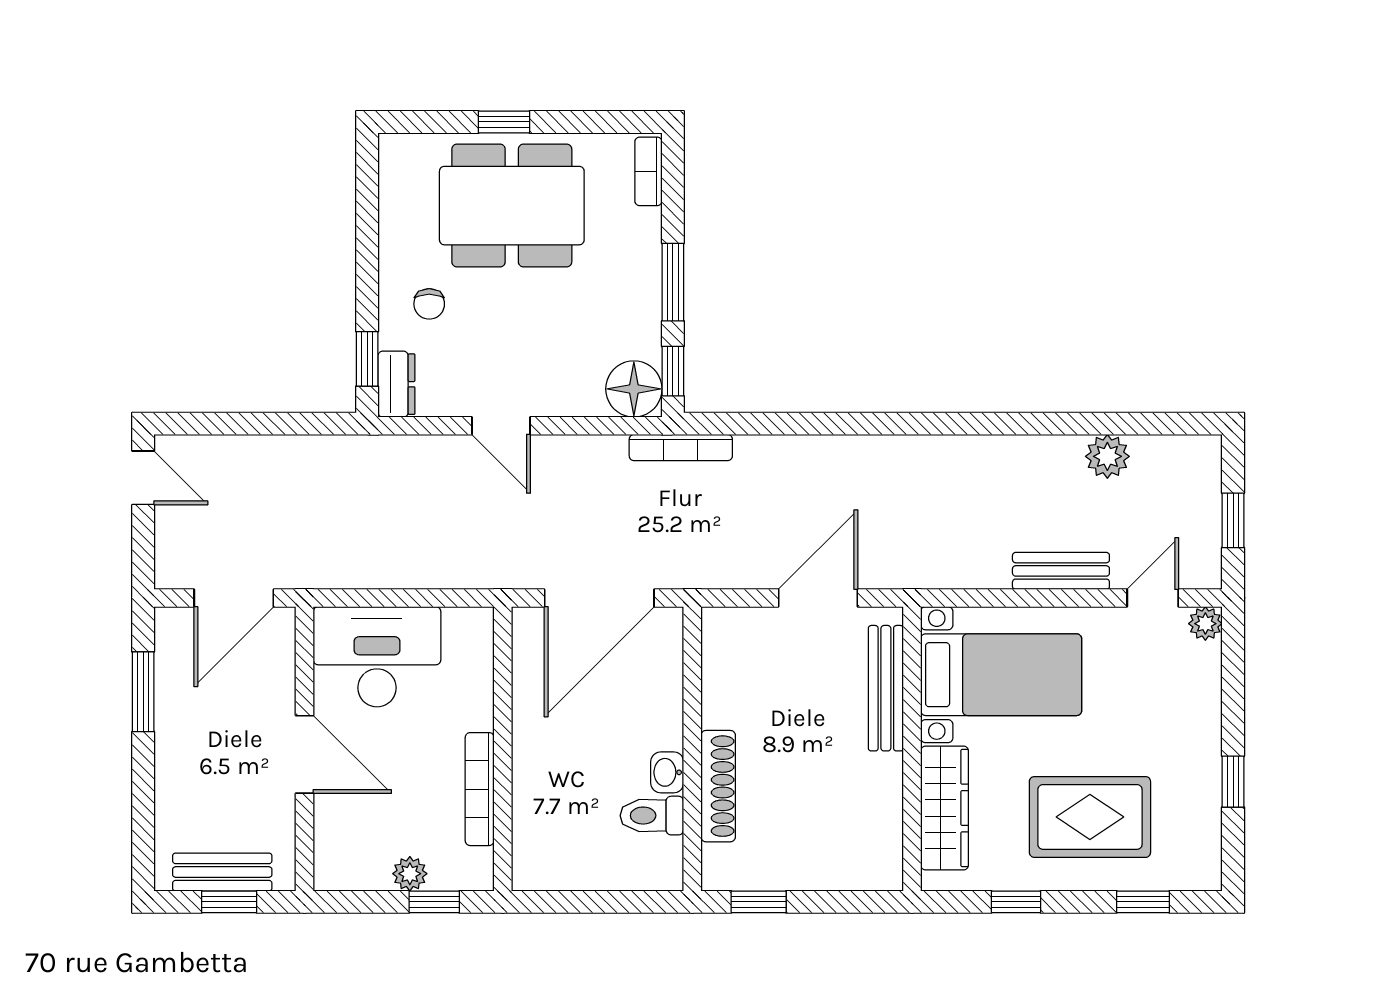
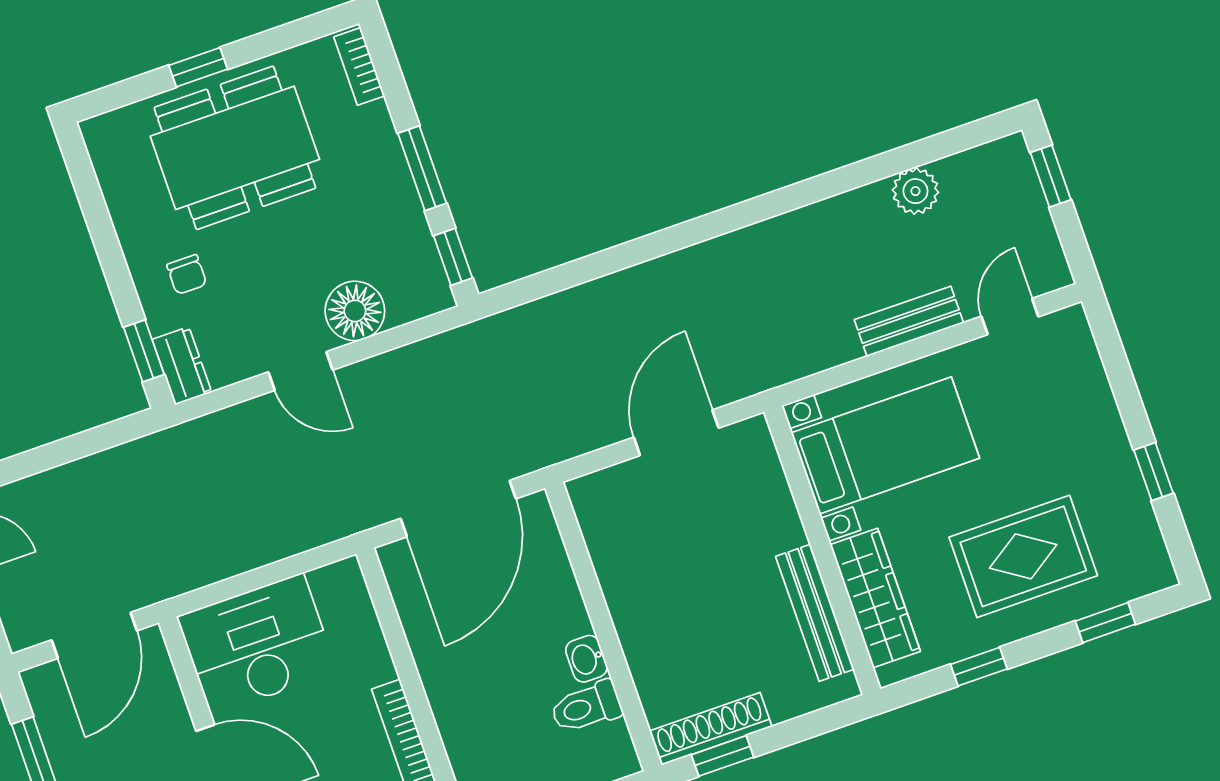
floor lamp: (634, 389) -> (355, 311), moved
bookcase: (681, 448) -> (487, 330), removed
window: (1233, 520) -> (1051, 176), moved
plant: (1205, 624) -> (1071, 324), removed
bench: (886, 688) -> (815, 613), moved
shoe rack: (718, 786) -> (711, 729), moved, turned -90

